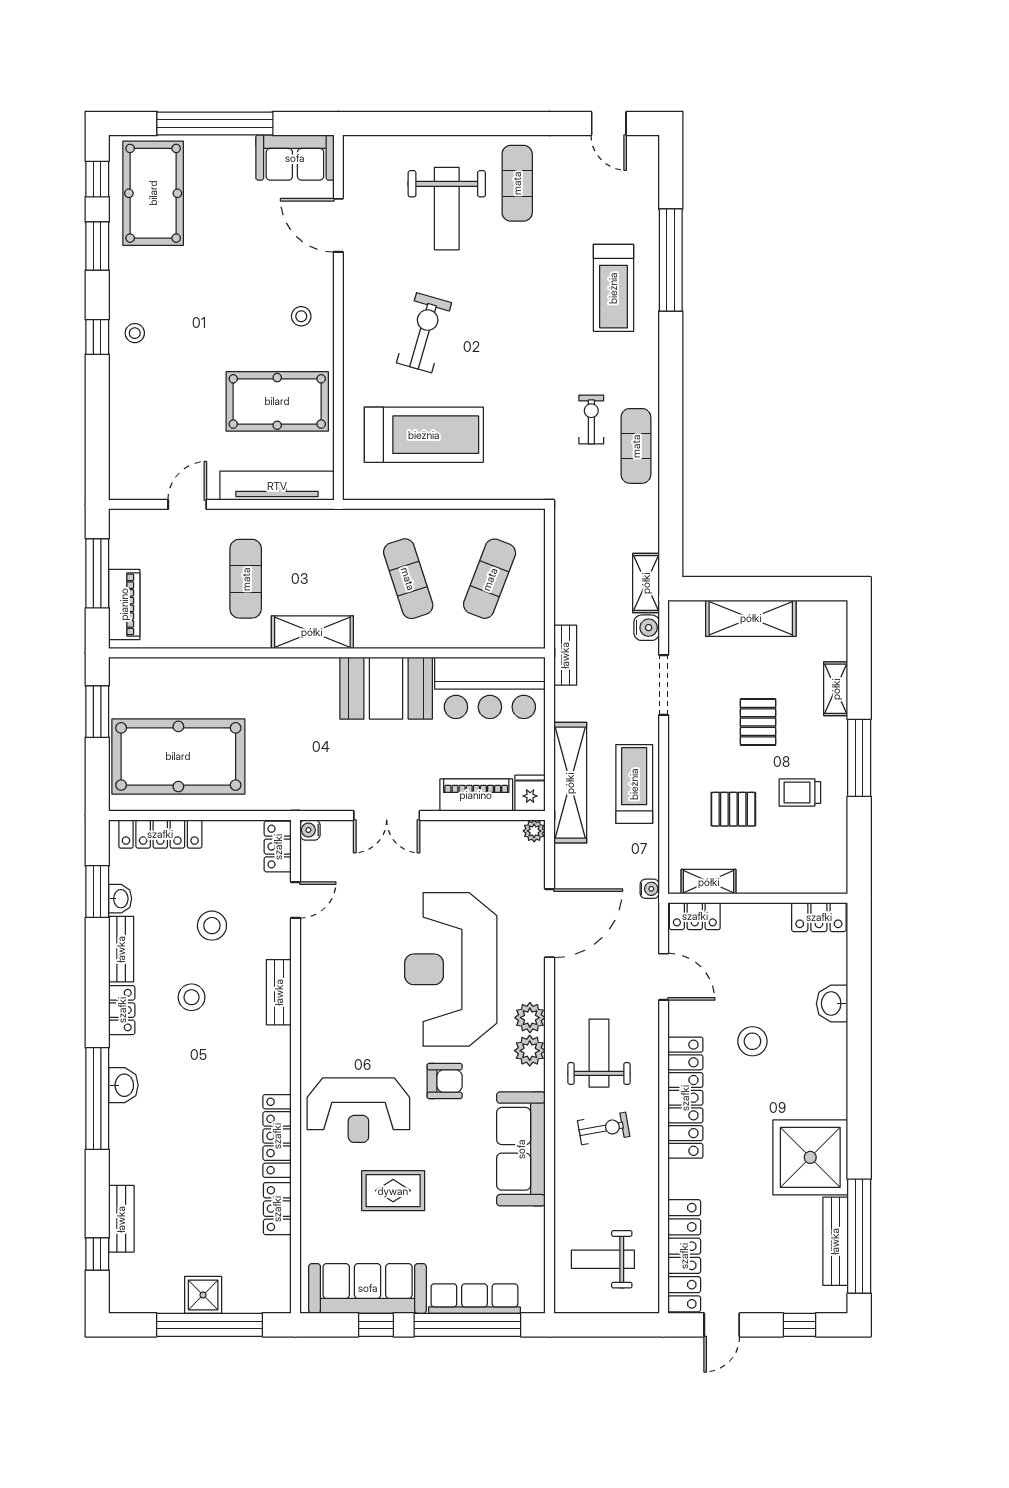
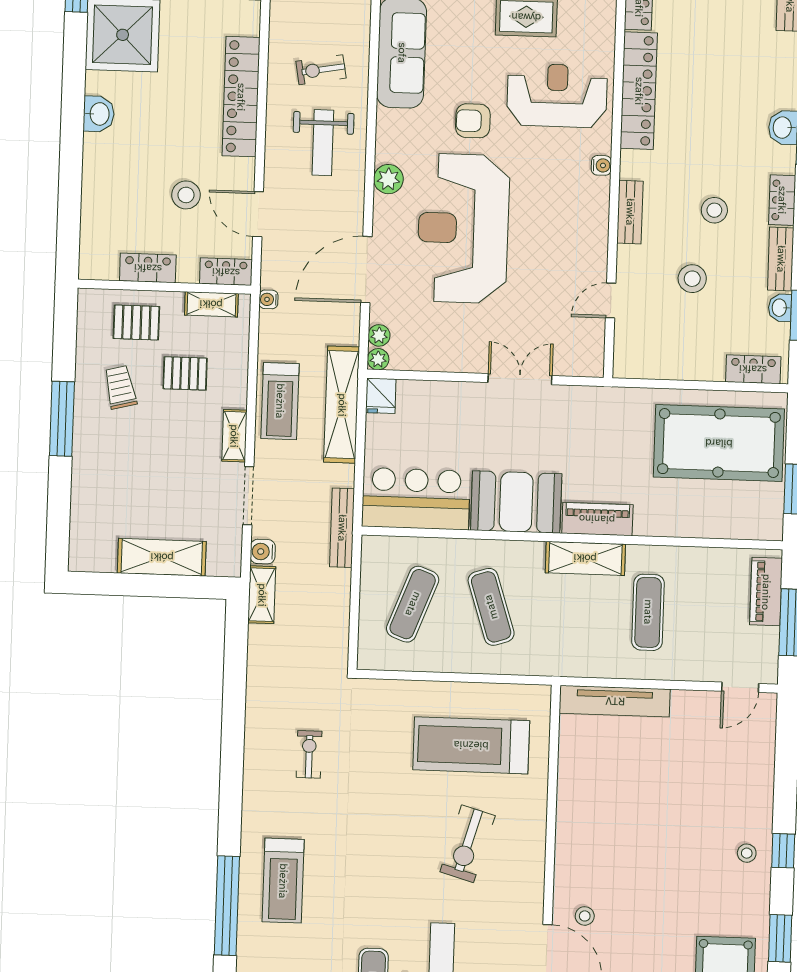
treadmill: (613, 288) -> (283, 881), turned 180
stool: (301, 316) -> (585, 916), moved
pool table: (277, 401) -> (612, 782), removed
exercise bike: (591, 419) -> (309, 754), turned 180
exercise mat: (636, 446) -> (267, 727), removed
door: (187, 504) -> (740, 687), moved
bench: (565, 655) -> (342, 528), width x1.36
shelving: (836, 689) -> (234, 436), moved
pallet: (758, 722) -> (136, 323), moved, turned 90
trolley: (800, 792) -> (120, 387), turned -104
piano: (476, 795) -> (597, 519), moved, turned 180
water cooler: (310, 830) -> (601, 165), moved
locker: (160, 834) -> (753, 369), width x0.66
locker: (278, 847) -> (626, 353), removed
locker: (819, 917) -> (148, 268), moved
reception desk: (451, 969) -> (463, 228), turned 180
washbasin: (832, 1004) -> (99, 114), moved
stool: (752, 1041) -> (186, 195), moved
plant: (530, 1051) -> (379, 335), moved, width x0.73, depth x0.73
locker: (277, 1136) -> (639, 91), width x1.41, depth x1.21

